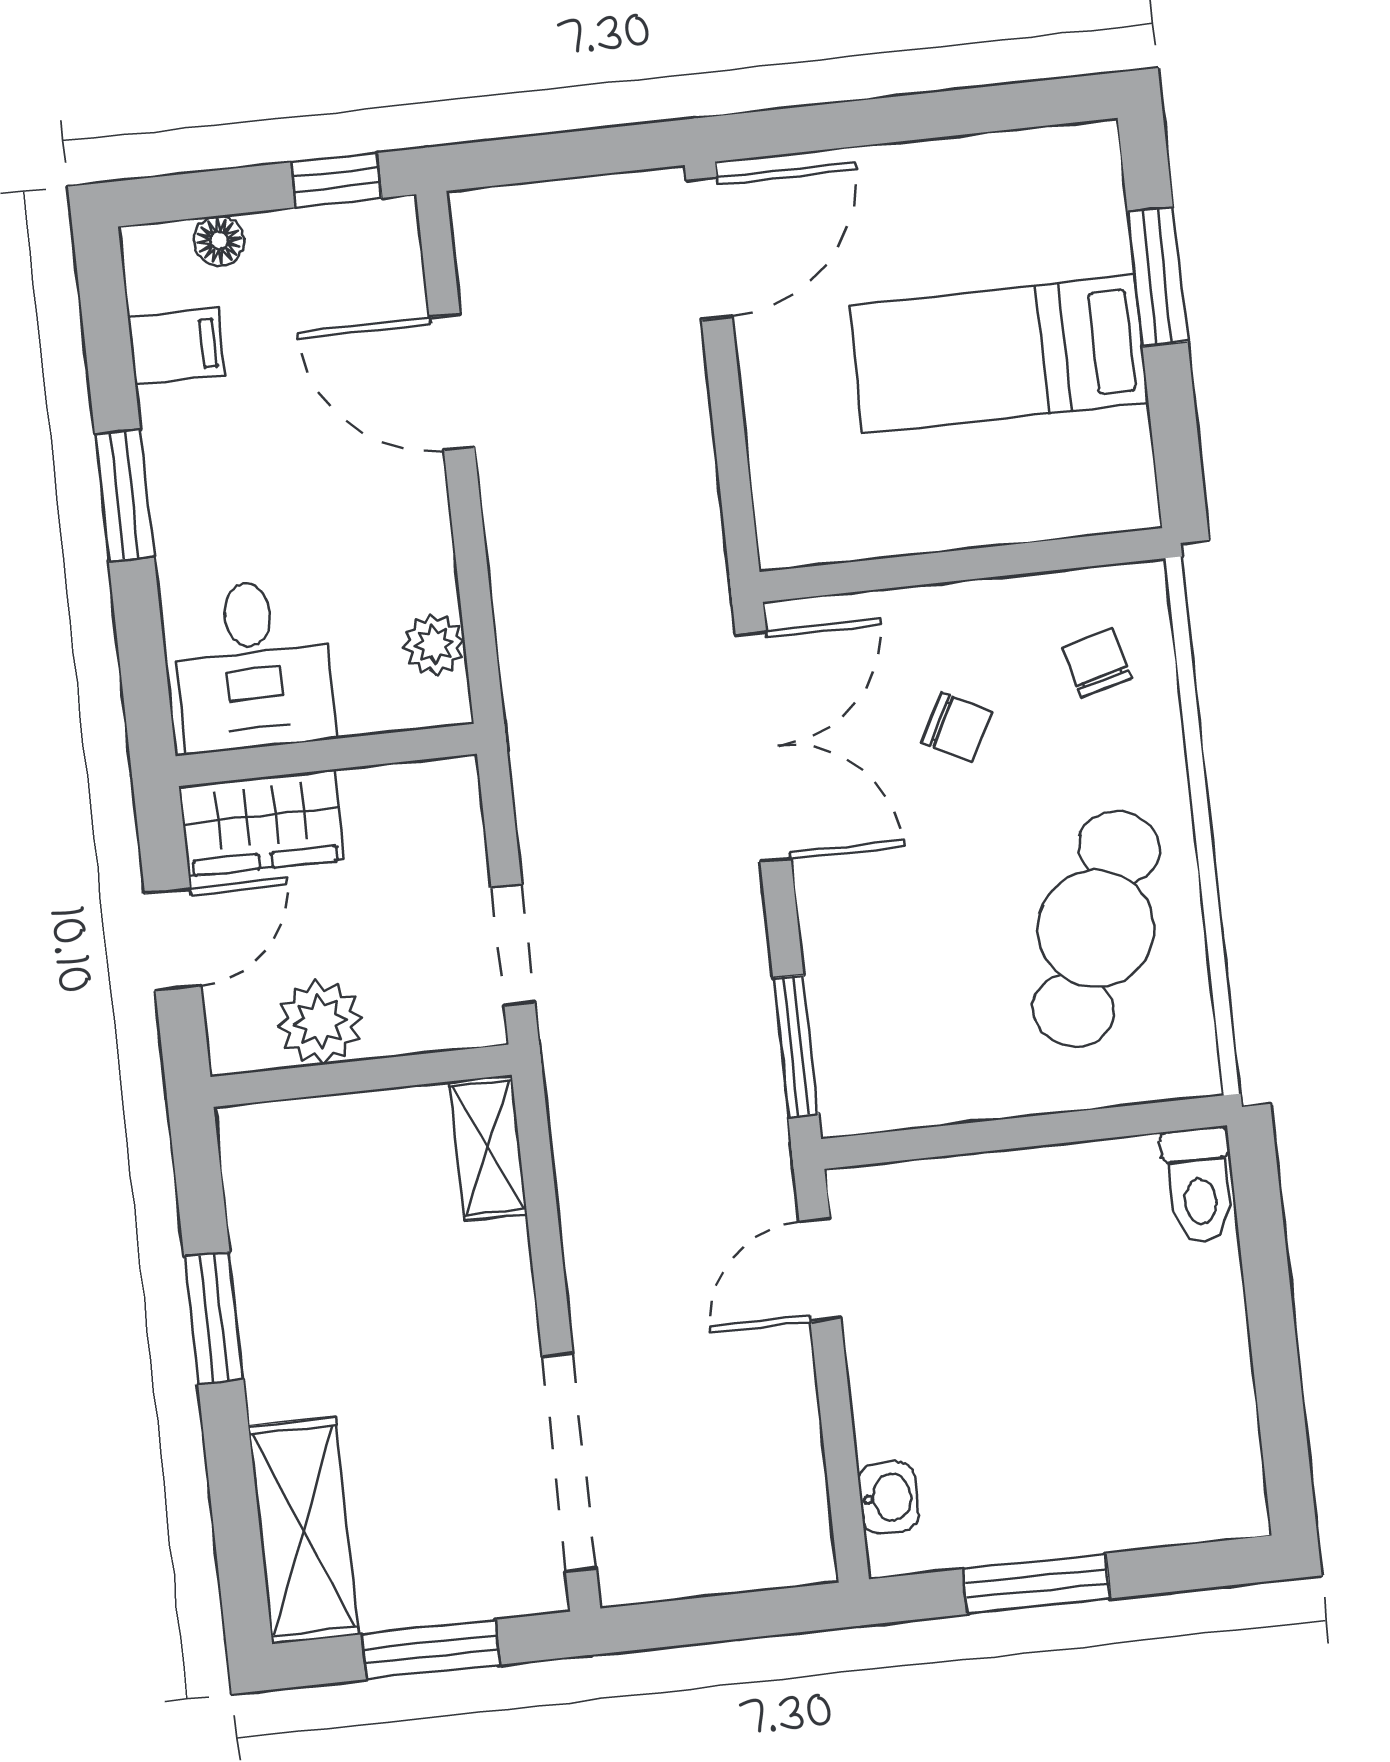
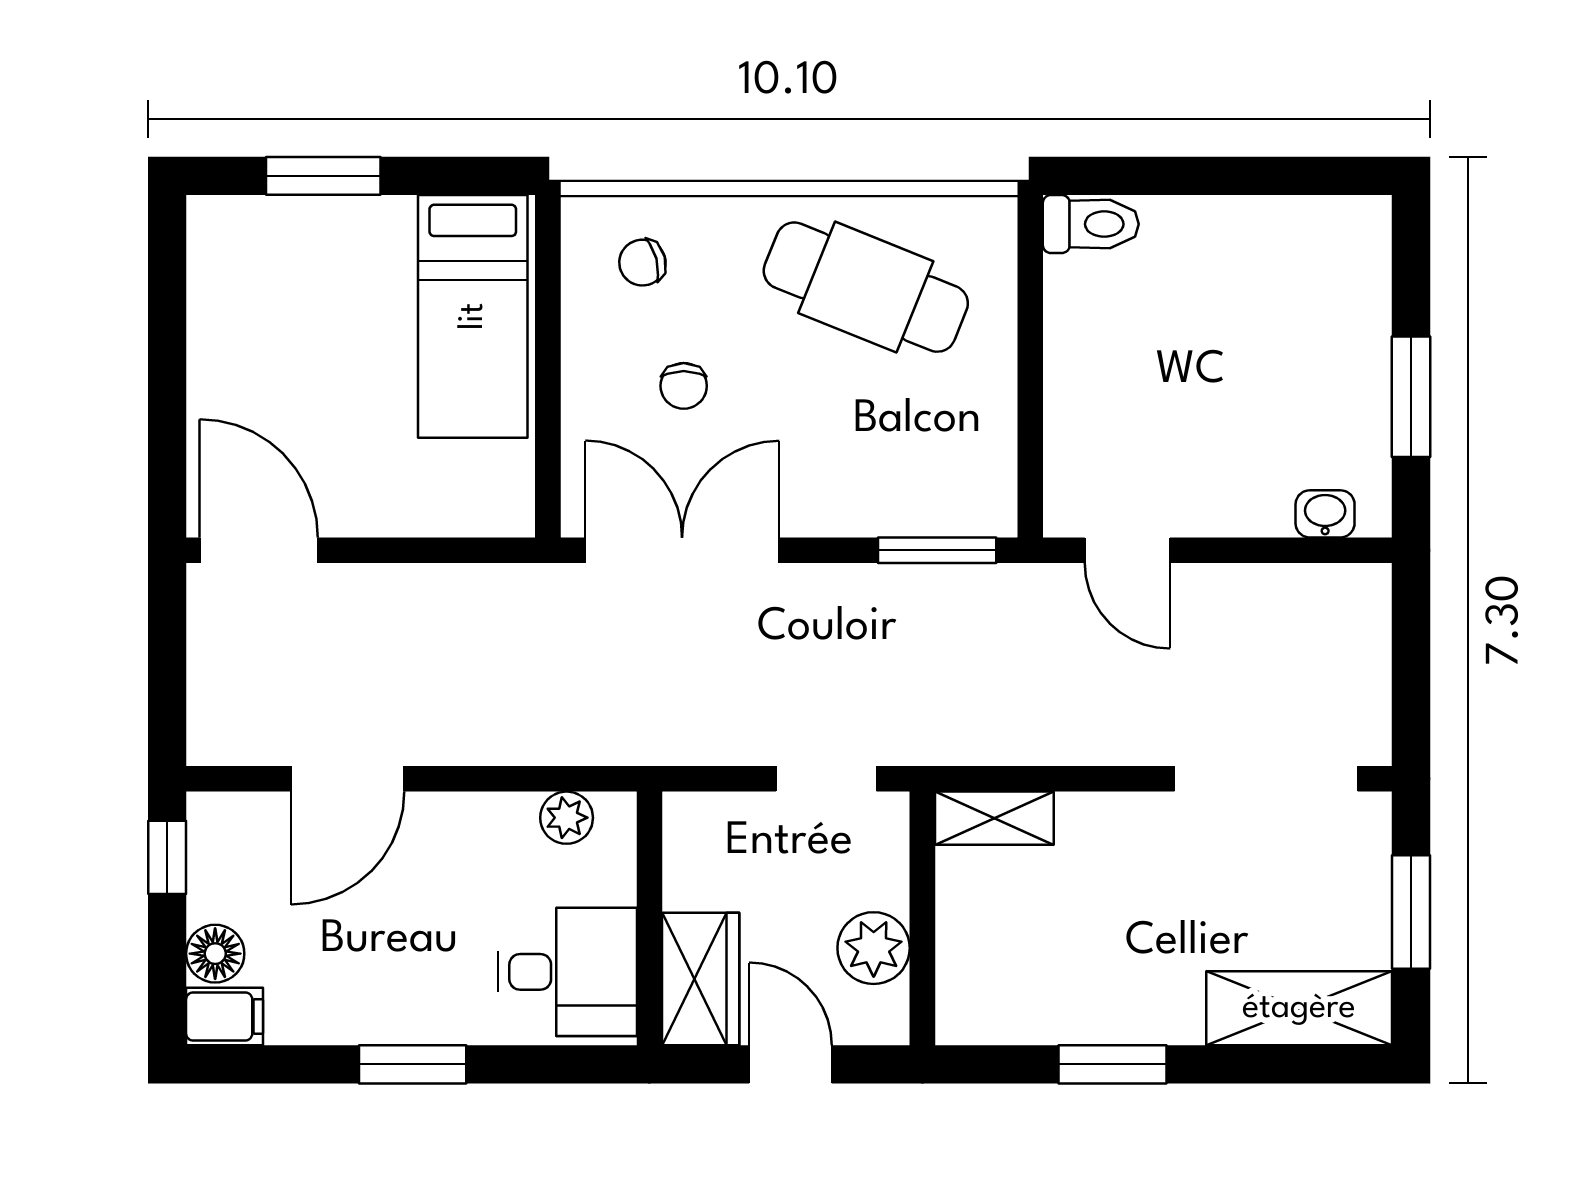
floor lamp: (219, 241) -> (215, 954), width x1.37, depth x1.37
filing cabinet: (177, 346) -> (225, 1016), moved, turned 90
bed: (999, 354) -> (473, 316), moved
chair: (957, 727) -> (684, 386), turned 152

